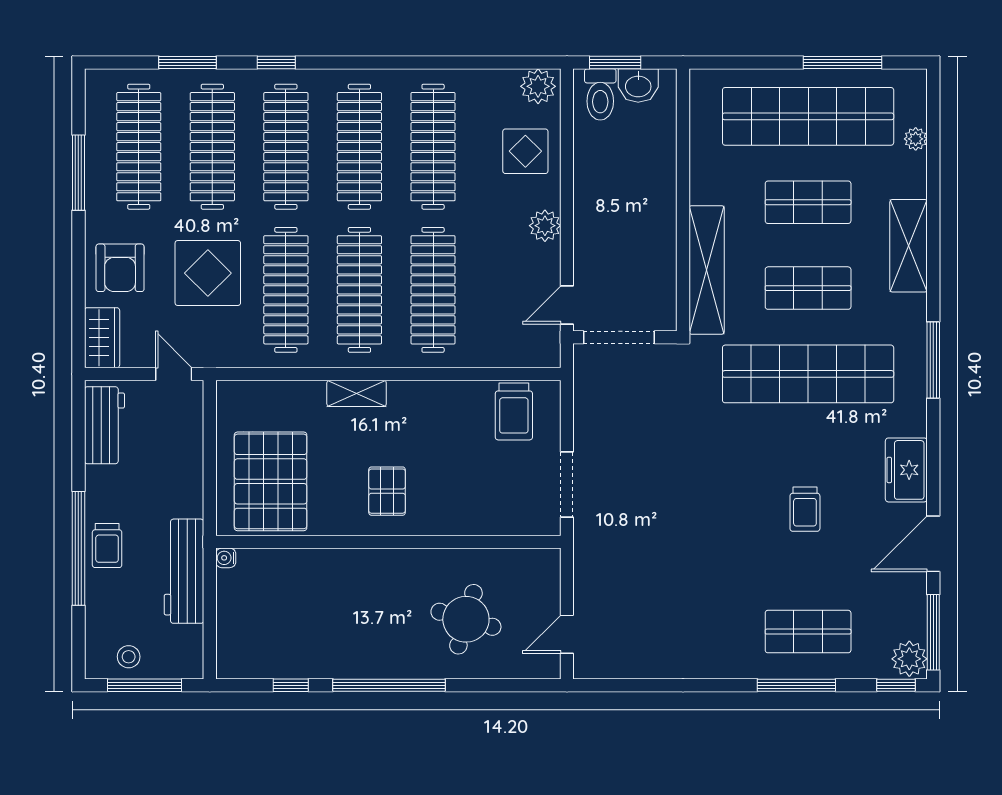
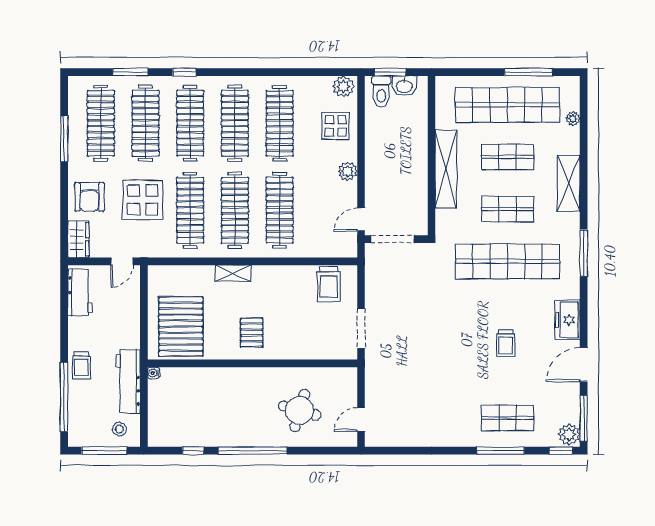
shelving: (707, 270) -> (446, 169), moved
door: (174, 374) -> (122, 261), swing flipped
window: (78, 548) -> (64, 397), moved
stool: (129, 657) -> (119, 429), moved

